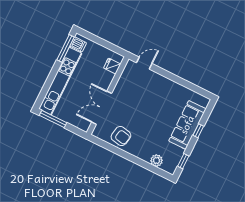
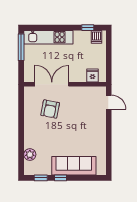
window: (65, 48) -> (88, 28), width x0.46
kitchen unit: (60, 81) -> (48, 37), width x0.73
window: (198, 131) -> (61, 178), moved
armchair: (121, 136) -> (50, 109), moved

